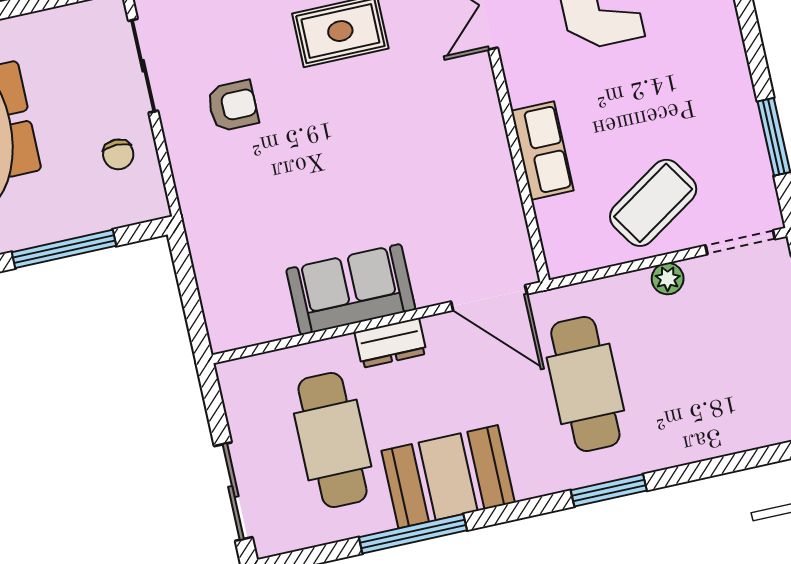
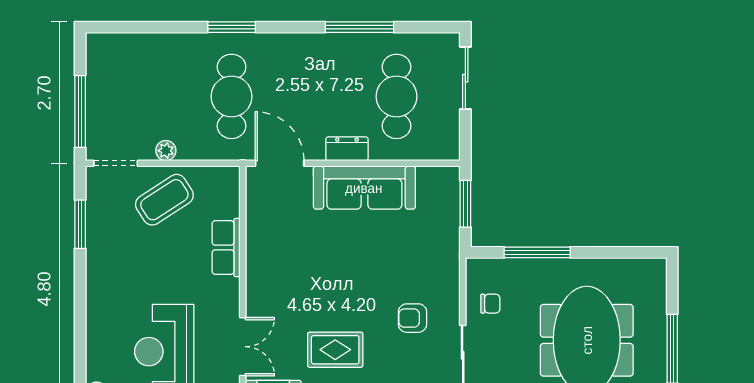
chair: (118, 154) -> (490, 304), turned 90
sofa: (351, 289) -> (364, 188), width x1.36
window: (191, 299) -> (465, 204), added
booth: (448, 477) -> (330, 58), removed

